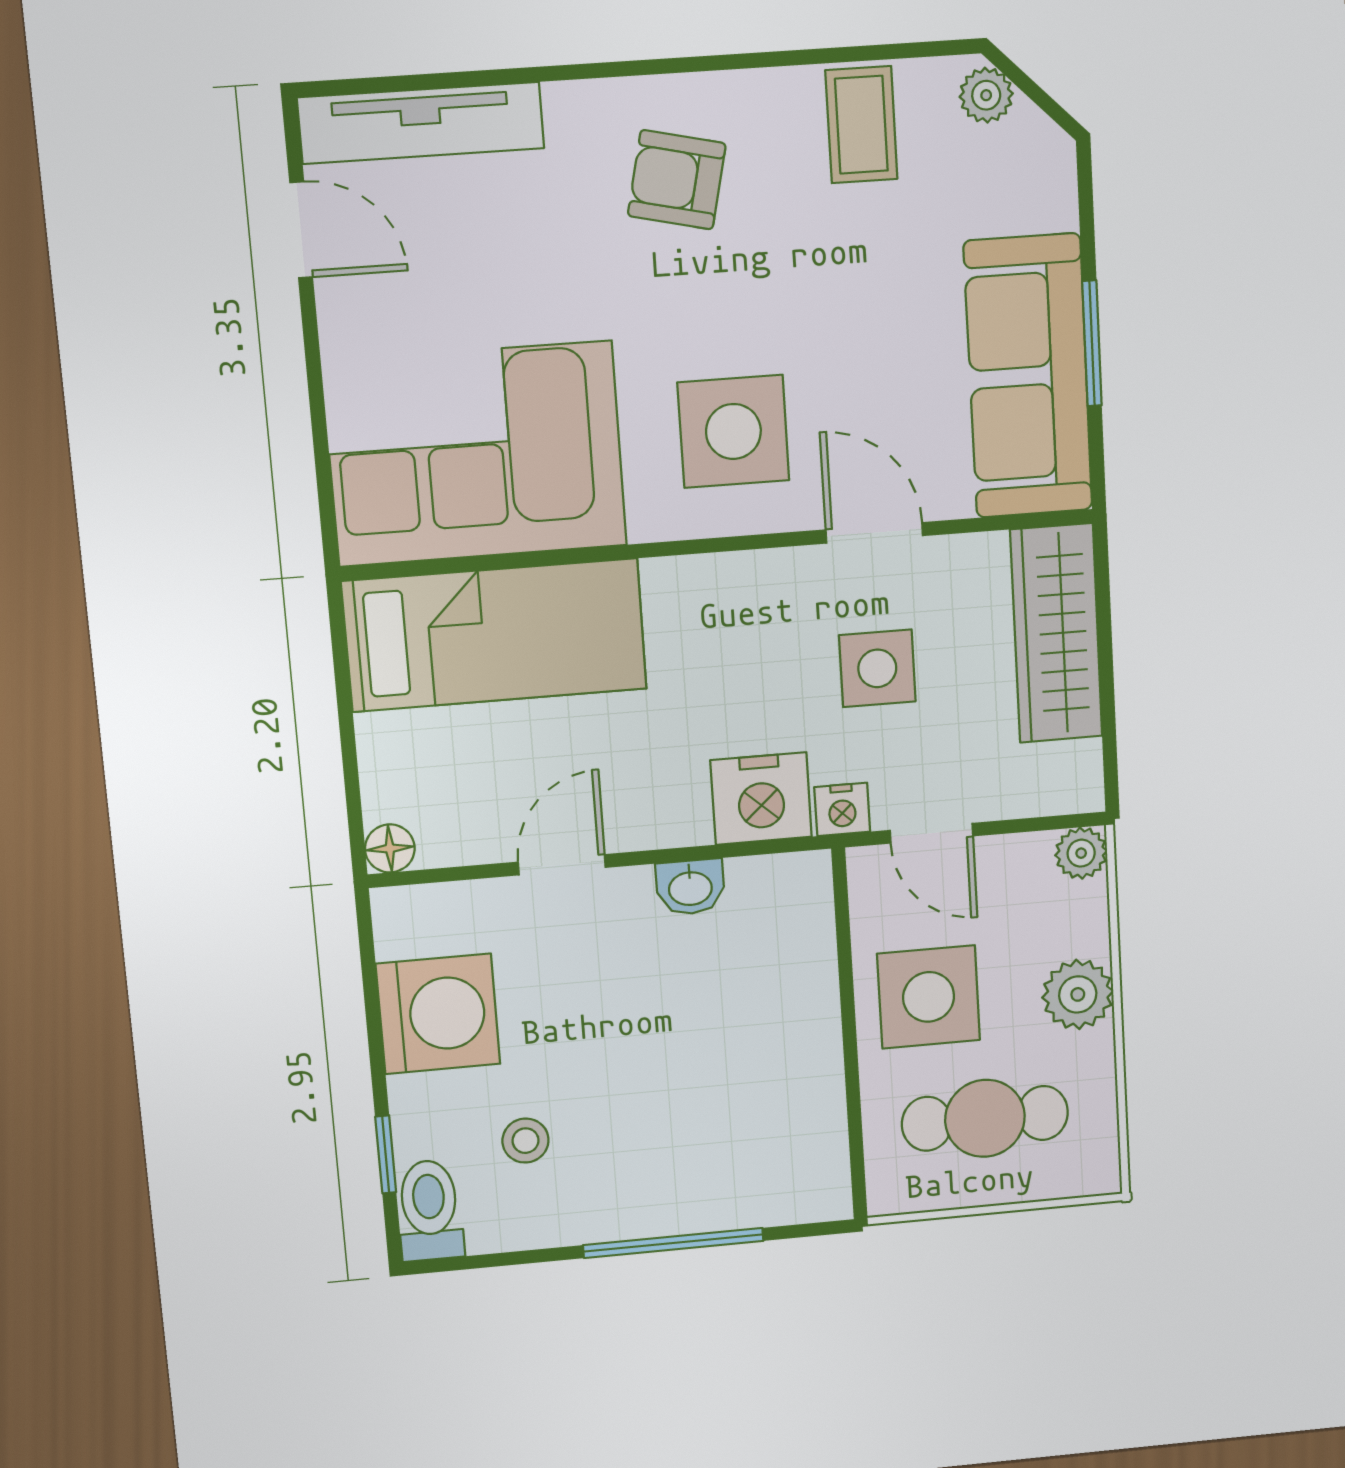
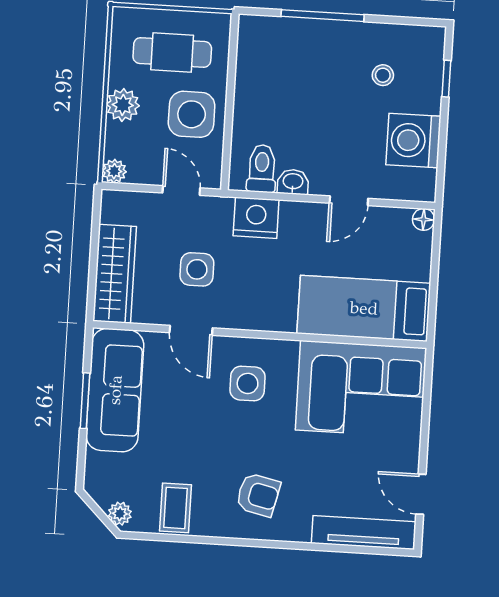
side table: (733, 431) -> (248, 383), width x0.73, depth x0.73
nightstand: (842, 809) -> (220, 207), removed
toilet: (430, 1210) -> (262, 169), moved, turned 180

